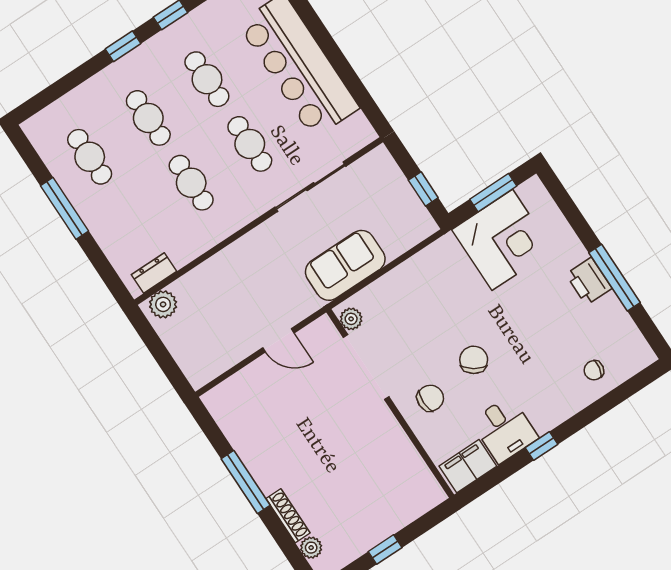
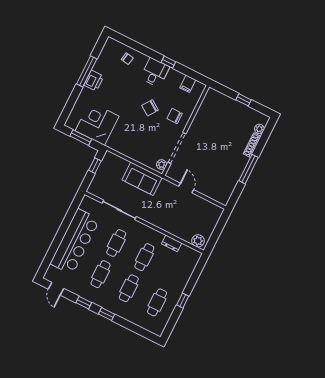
window: (65, 208) -> (183, 301), width x0.46
dresser: (154, 273) -> (172, 243), moved
desk: (505, 430) -> (155, 72), moved
filing cabinet: (468, 466) -> (188, 84), width x0.50

